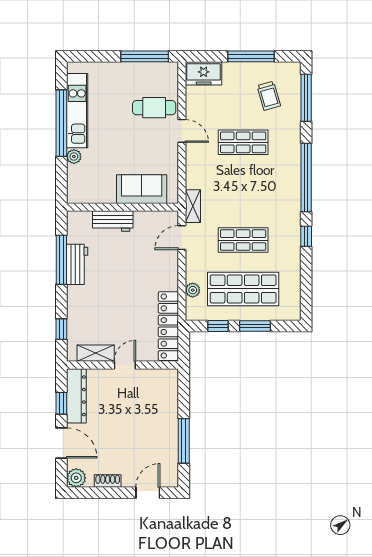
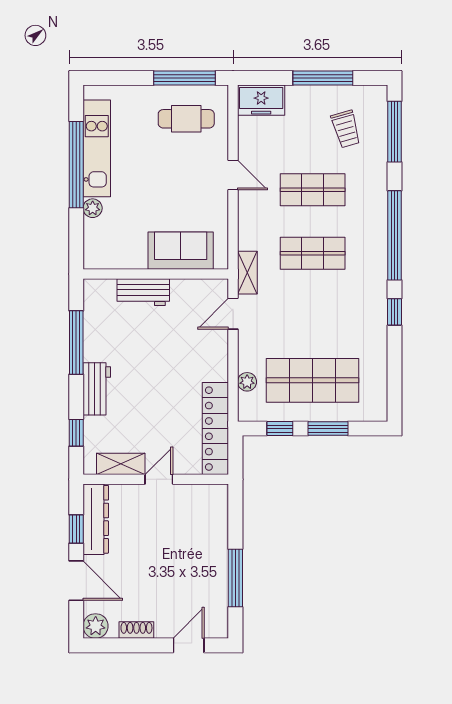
cafe table: (154, 108) -> (186, 119), moved
shop shelf: (243, 240) -> (313, 253), moved
workbench: (77, 264) -> (97, 389), moved

